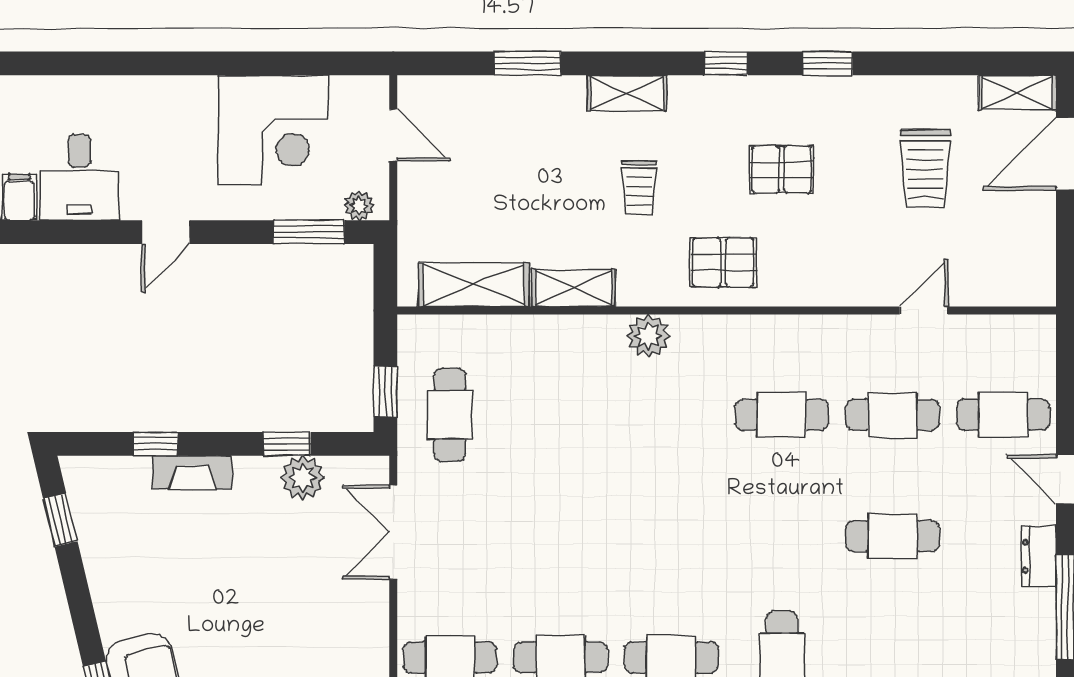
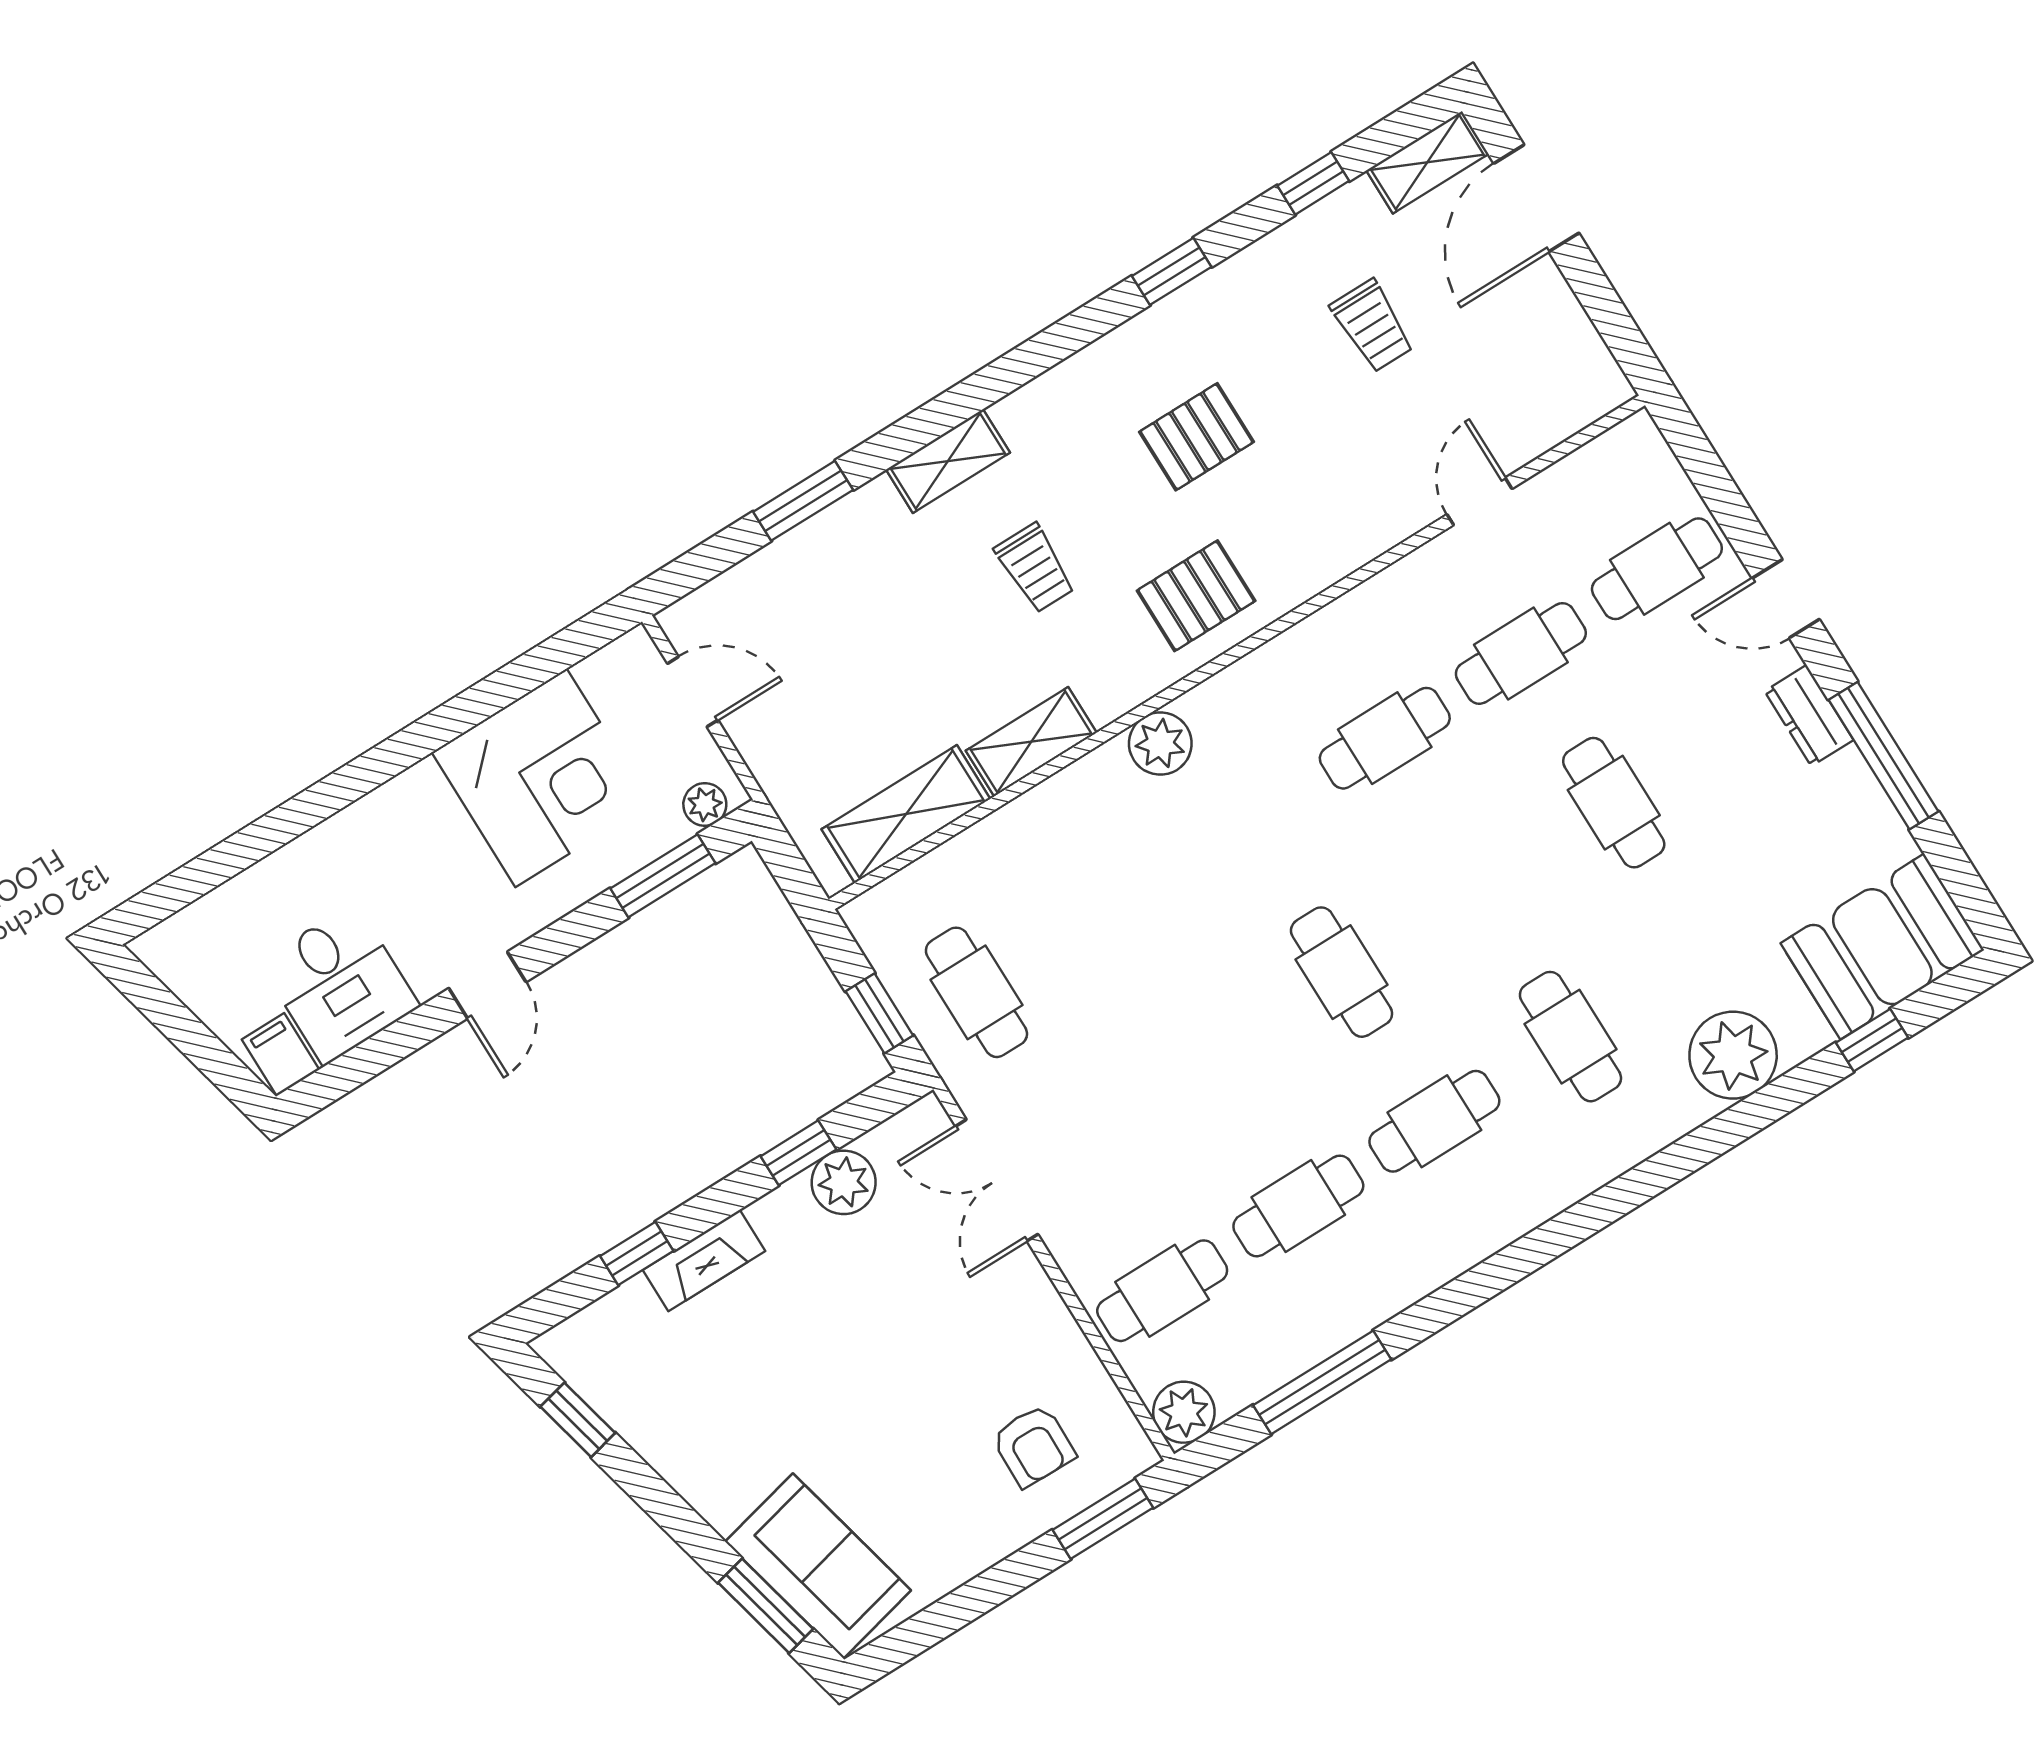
window: (726, 63) -> (1313, 183), moved
trolley: (925, 168) -> (1372, 326), width x0.73, depth x0.72
cafe table: (671, 536) -> (1342, 972), added
cafe table: (893, 536) -> (1614, 803), turned 90

